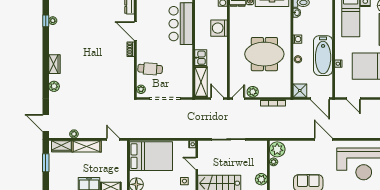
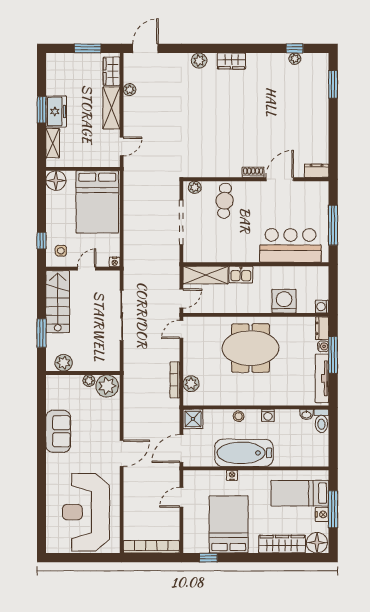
meeting table: (264, 54) -> (250, 348), moved, turned 90
plant: (253, 92) -> (191, 384), moved
door: (238, 98) -> (181, 329), swing flipped

